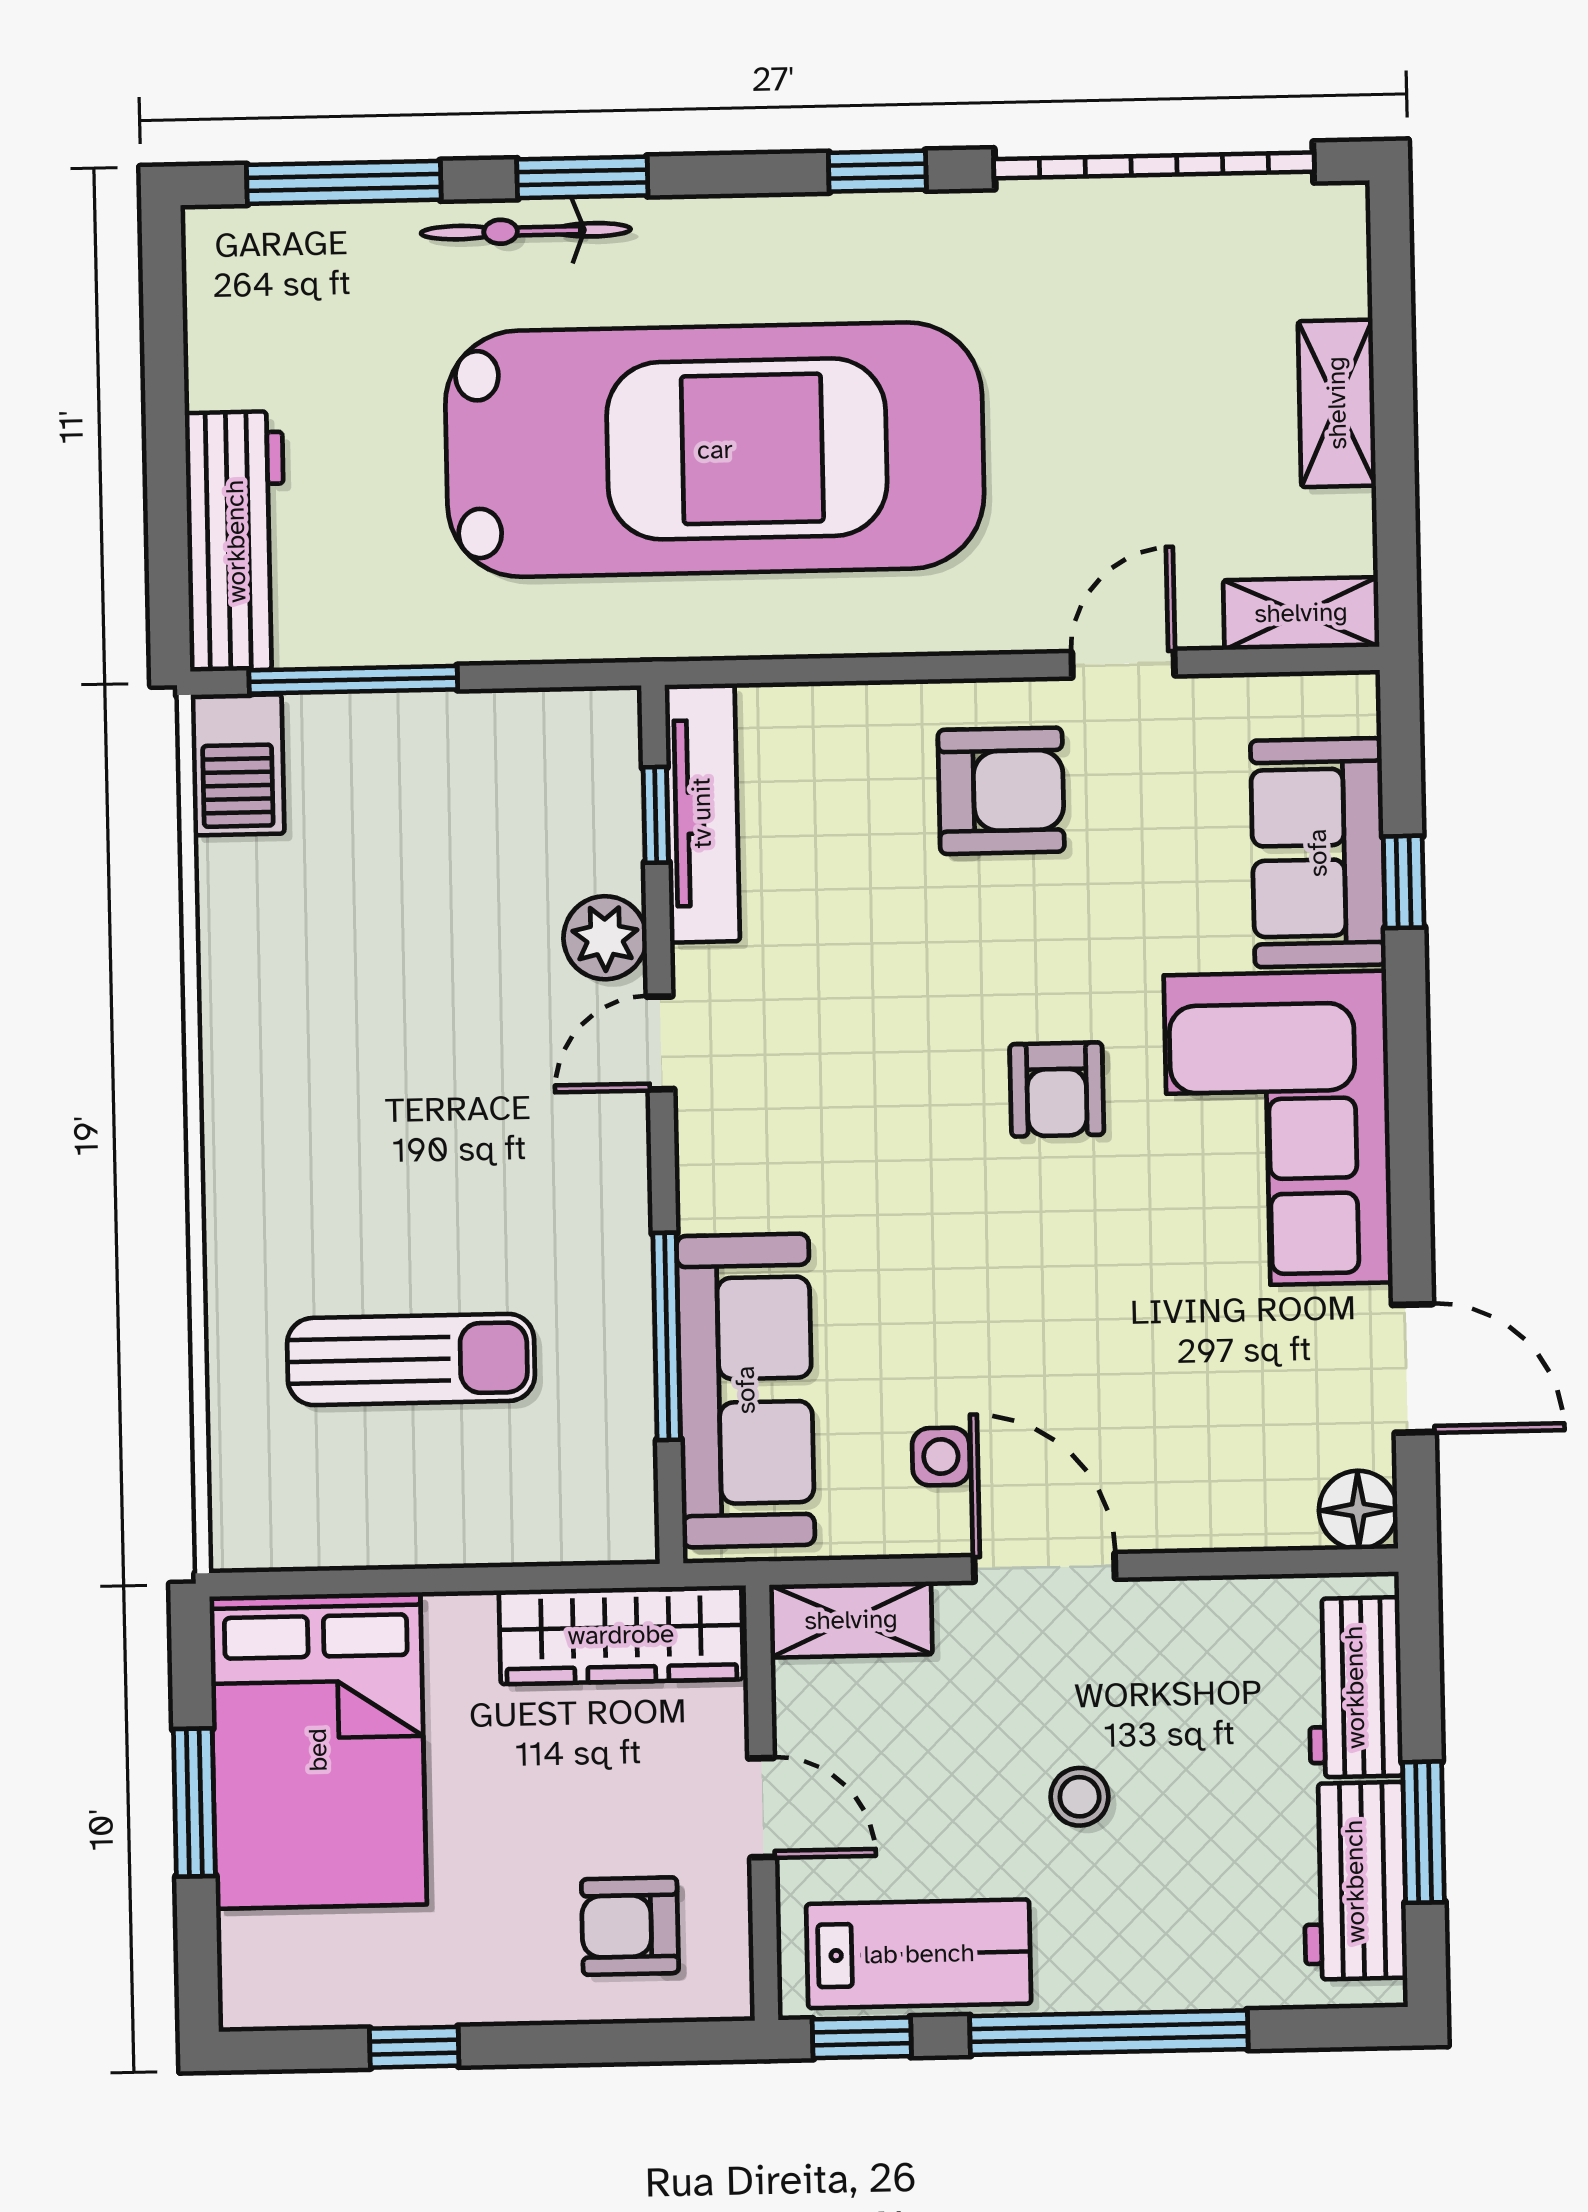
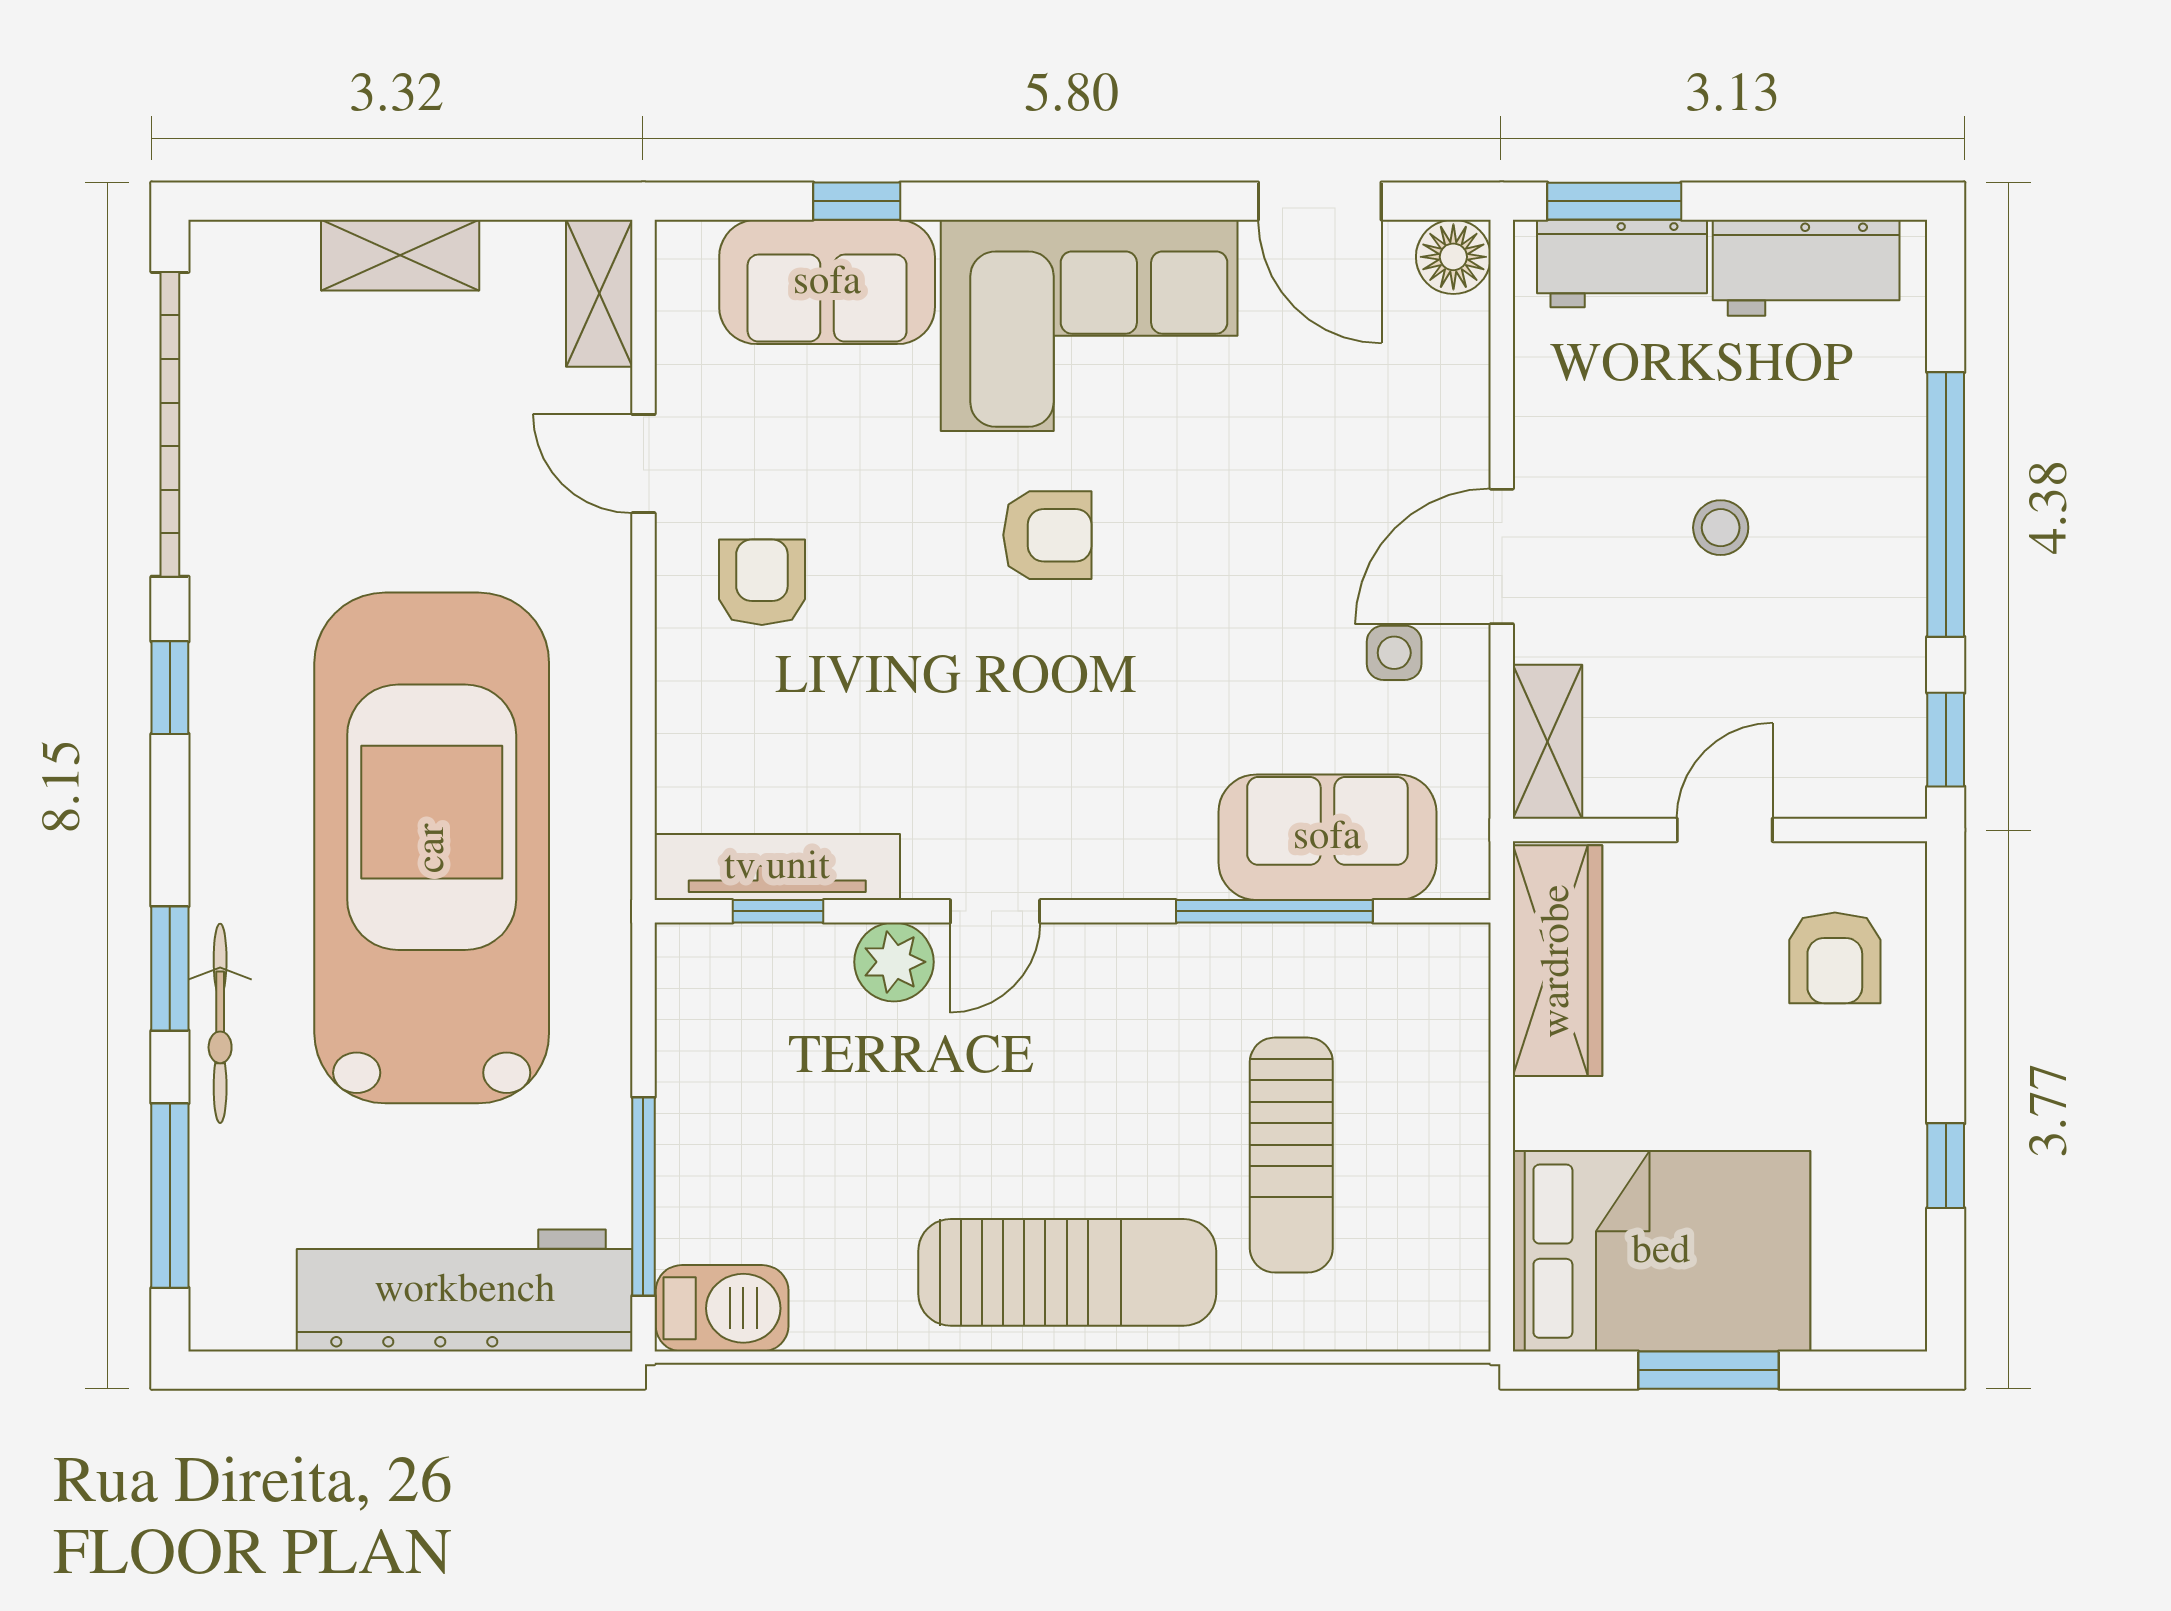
workbench: (236, 541) -> (465, 1290), width x1.36, depth x1.32
armchair: (1001, 791) -> (762, 582), width x0.72, depth x0.72
door: (661, 1043) -> (995, 911), hinge flipped
sun lounger: (283, 1127) -> (1067, 1272), added
sun lounger: (411, 1359) -> (1291, 1155), turned 180
door: (1414, 1368) -> (1320, 201), swing flipped
sofa: (746, 1390) -> (1327, 837), width x0.73
window: (1424, 1832) -> (1614, 201), moved
lab bench: (919, 1954) -> (1867, 684), removed

